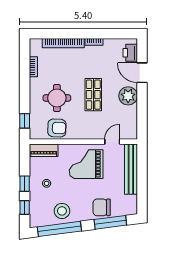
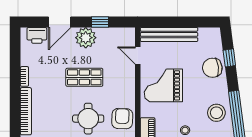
window: (142, 108) -> (100, 22), added
grand piano: (86, 164) -> (163, 85), turned 90
chair: (102, 207) -> (212, 68), turned 84
window: (110, 222) -> (229, 58), width x0.46

